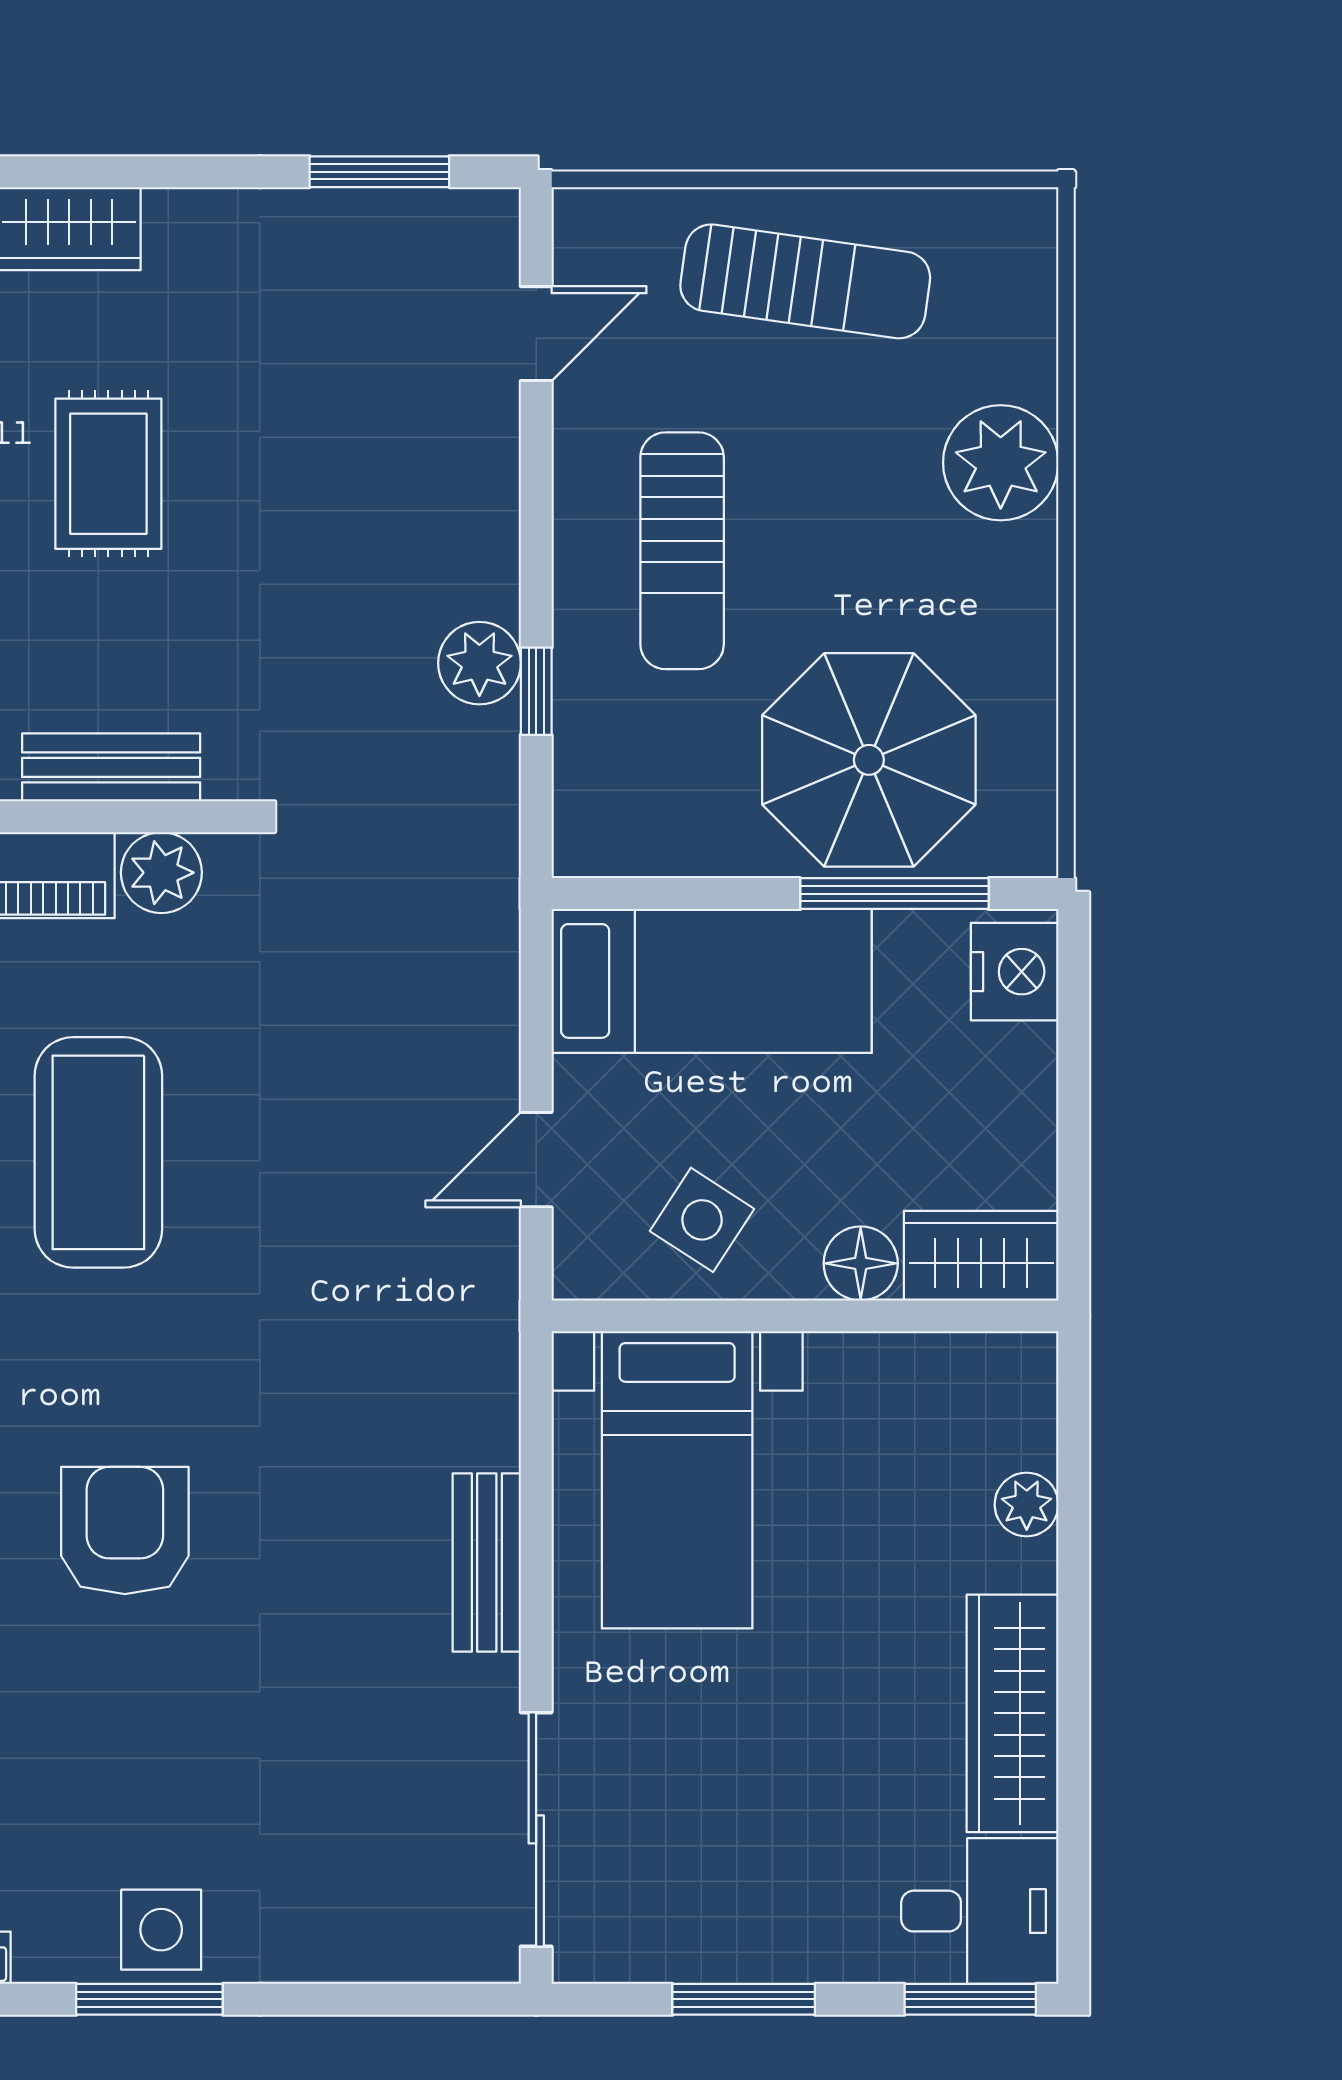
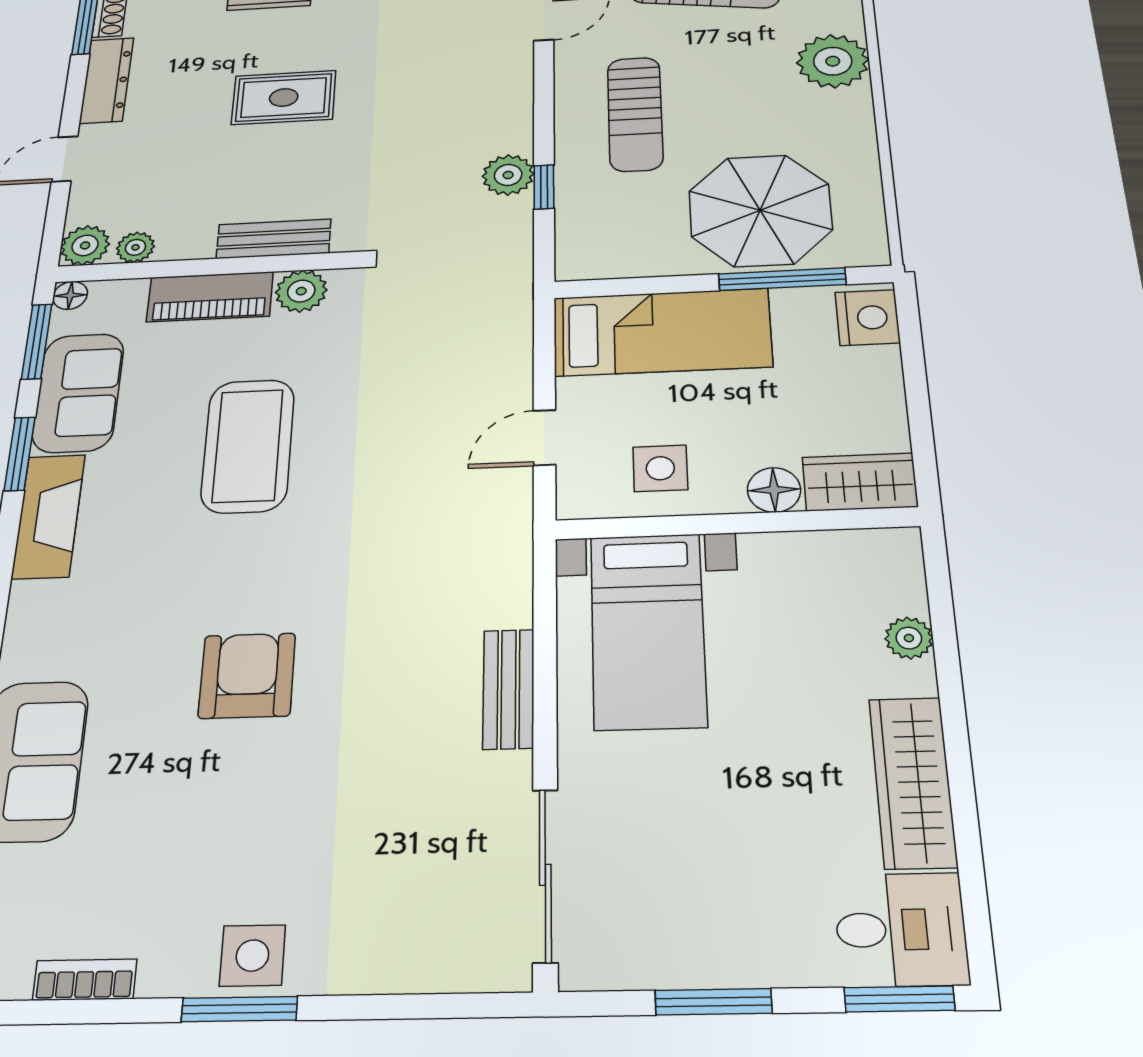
rug: (108, 474) -> (284, 98), turned 90
side table: (702, 1220) -> (660, 468), turned -33

